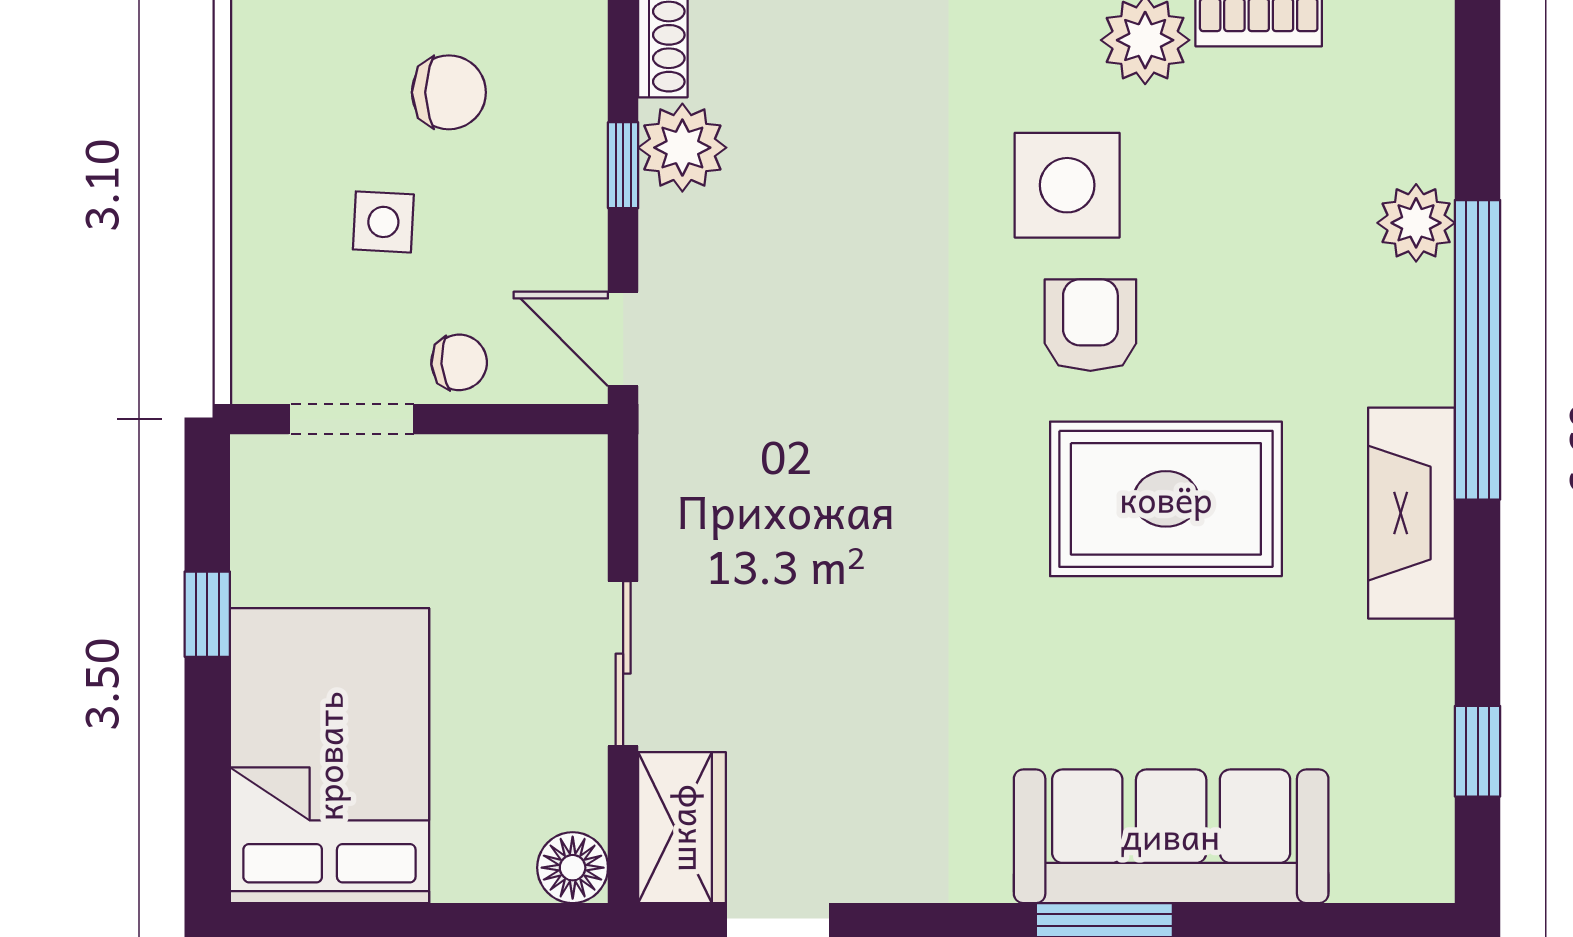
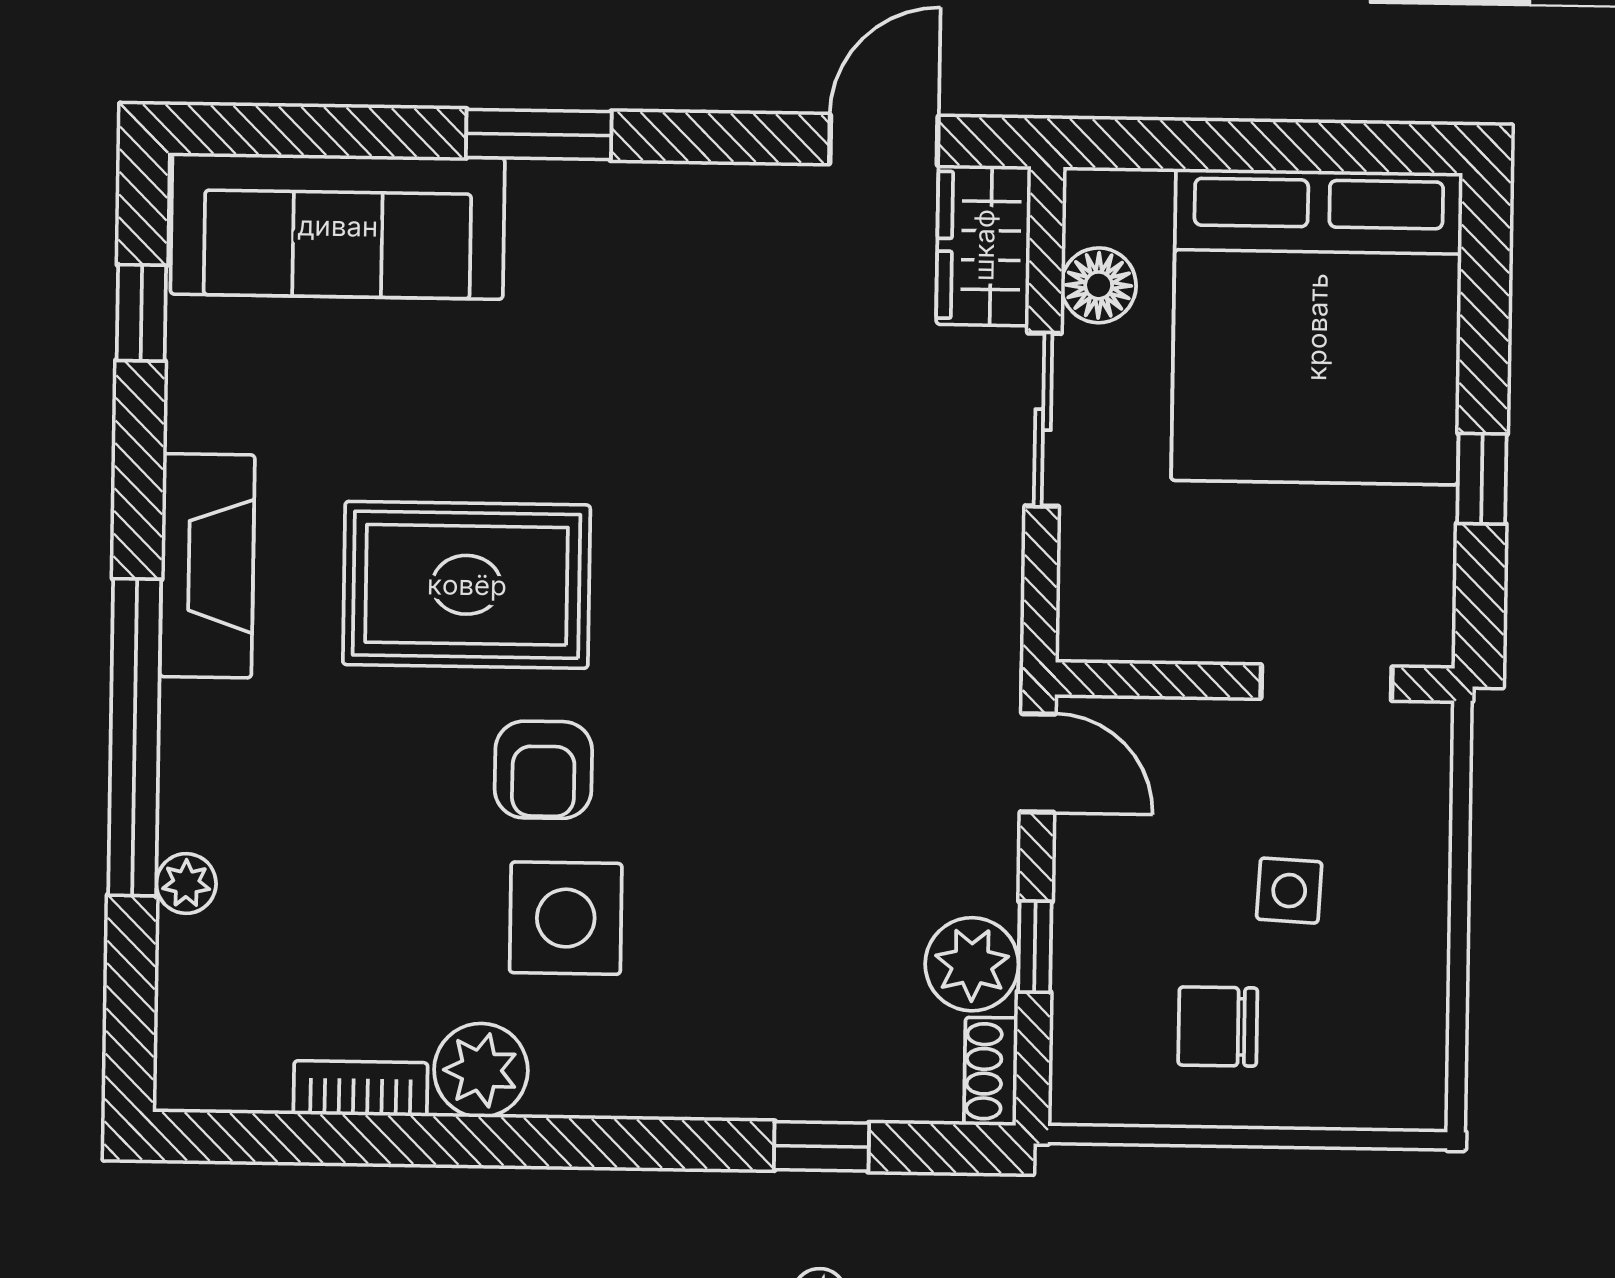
plant: (1416, 223) -> (186, 884), width x0.73, depth x0.73
chair: (459, 362) -> (1211, 741), removed
bed: (329, 756) -> (1317, 327), width x1.36
sofa: (1171, 836) -> (338, 226), moved
floor lamp: (573, 868) -> (1099, 285), moved

